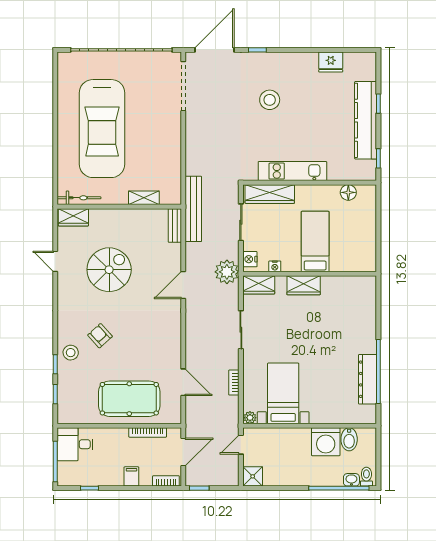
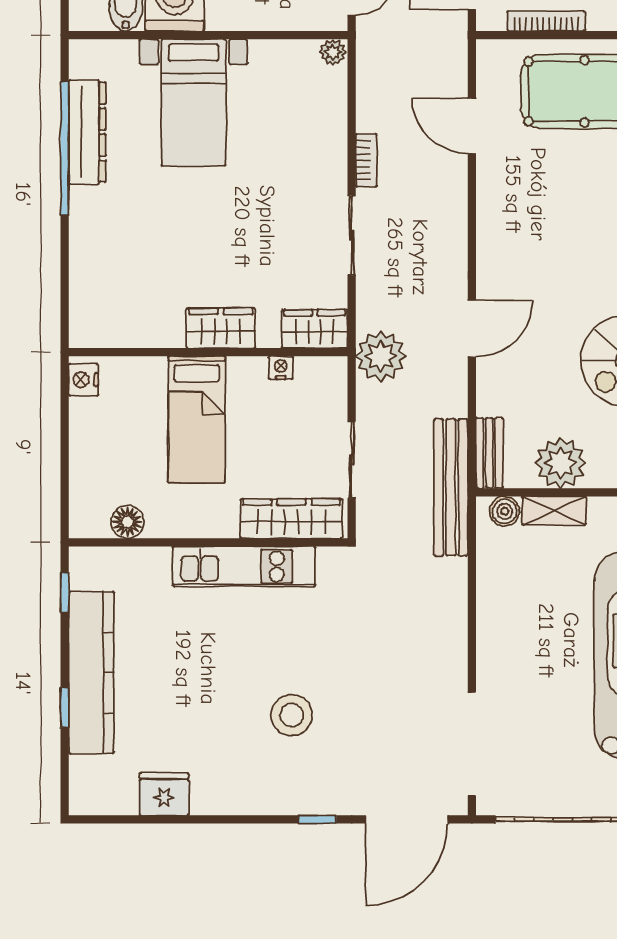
boiler: (168, 198) -> (505, 511), added
plant: (141, 221) -> (560, 463), added
nightstand: (250, 259) -> (83, 380), moved, turned 180
bookcase: (234, 383) -> (366, 160), moved
bed with nightstands: (283, 393) -> (194, 103), moved

